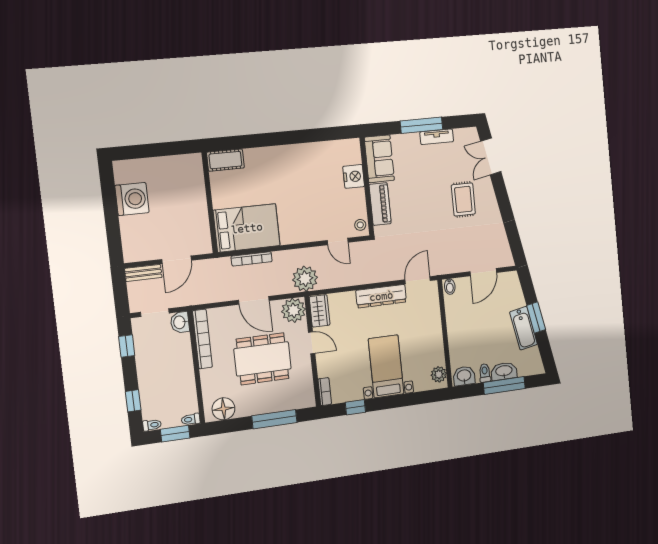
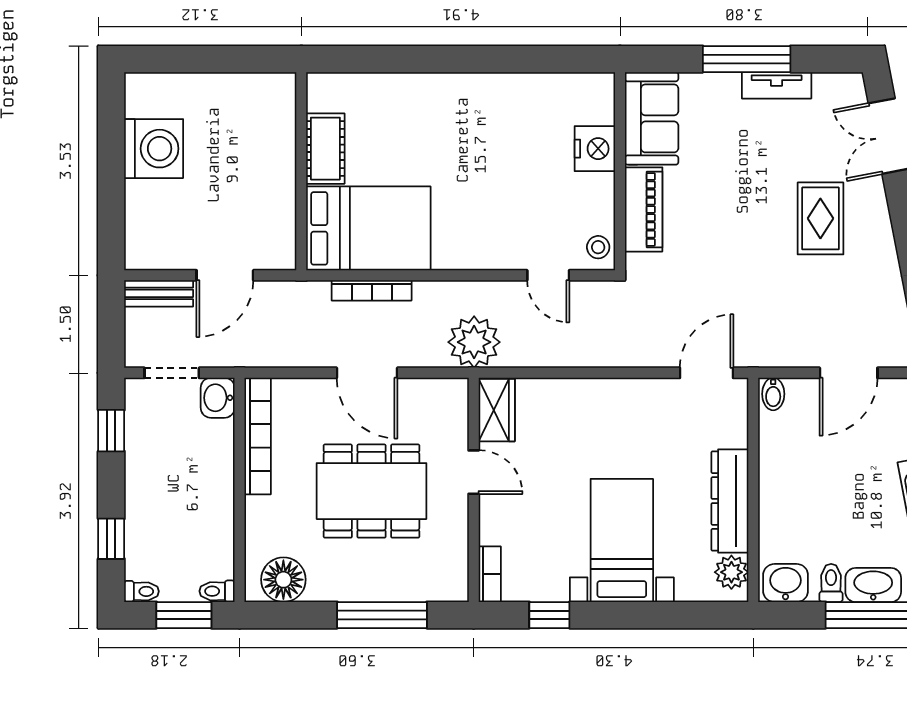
cot: (225, 160) -> (325, 149), moved, turned 90
dresser: (381, 296) -> (730, 501), moved, turned 90
plant: (294, 310) -> (444, 402), removed

